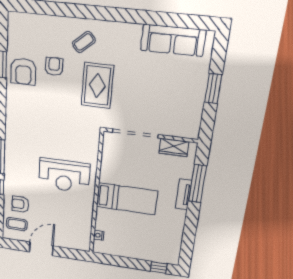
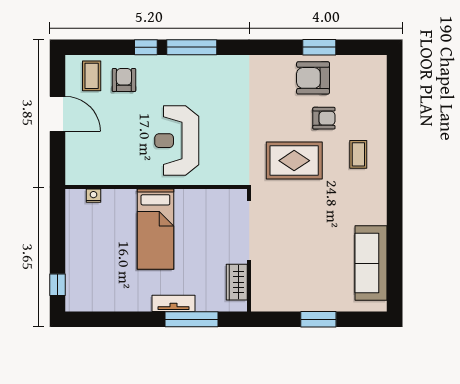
coffee table: (84, 42) -> (358, 154), turned 40
rug: (97, 86) -> (294, 161), moved

